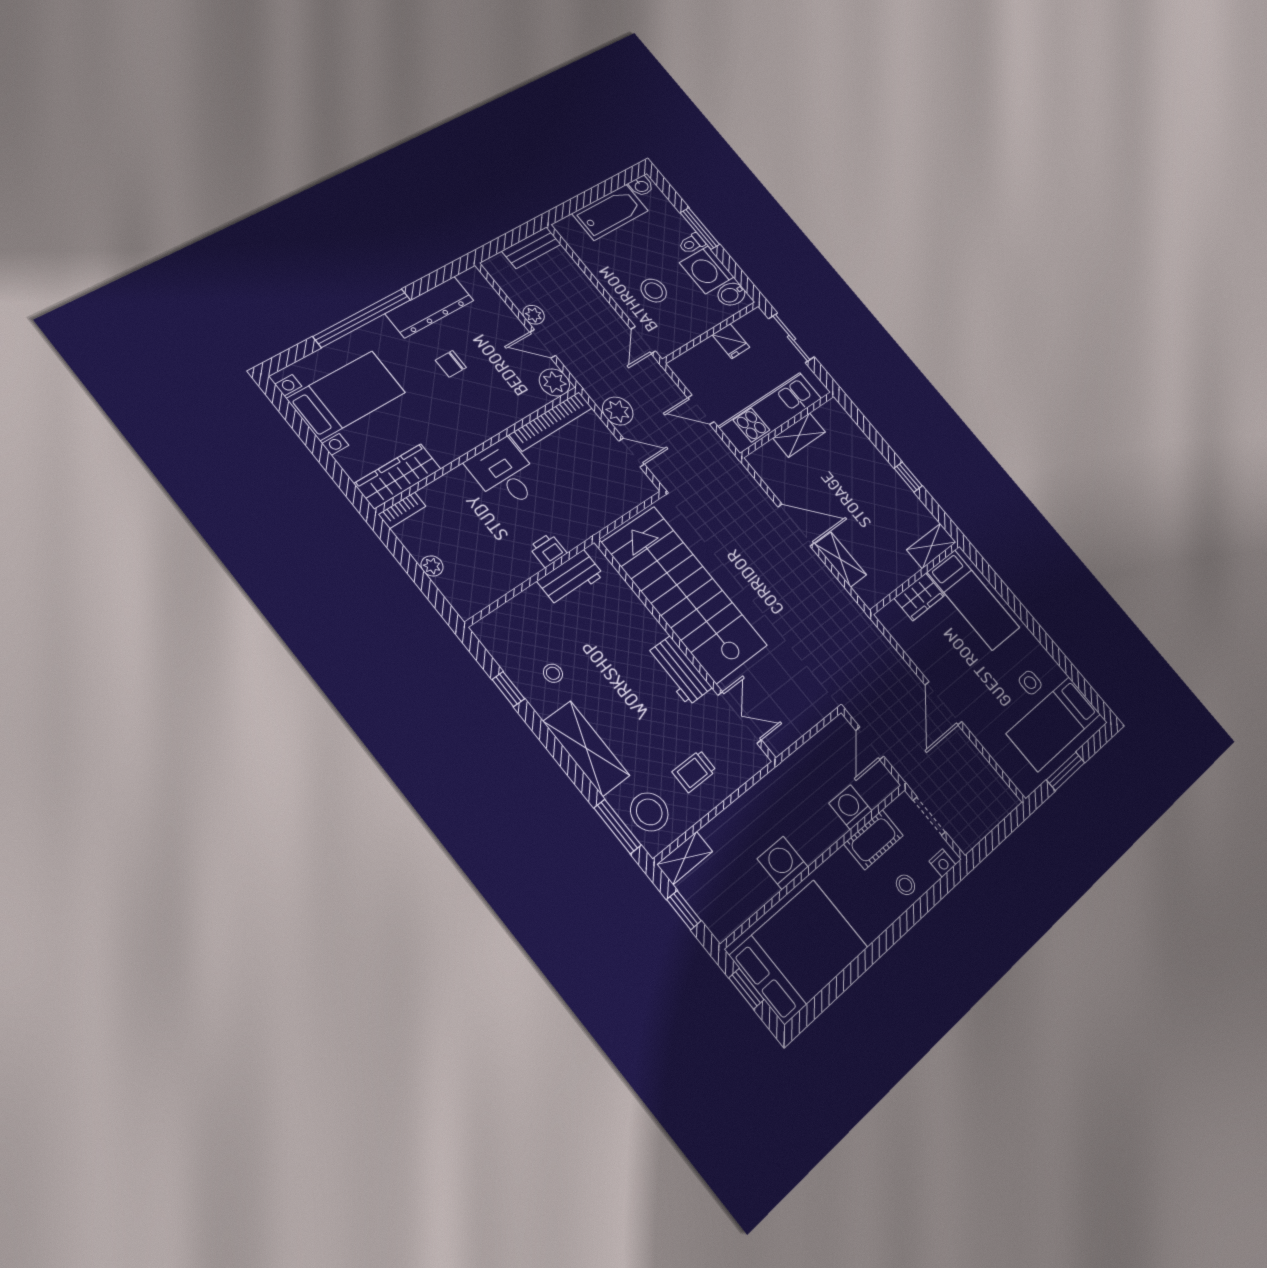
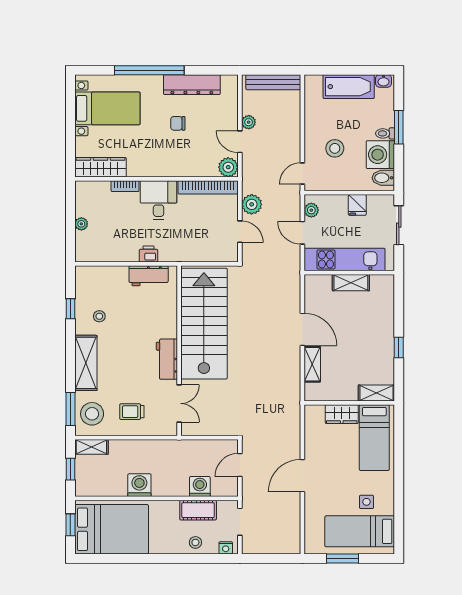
bench: (531, 248) -> (273, 82), width x1.36
plant: (688, 377) -> (311, 210), added
bookcase: (402, 510) -> (125, 186), moved

